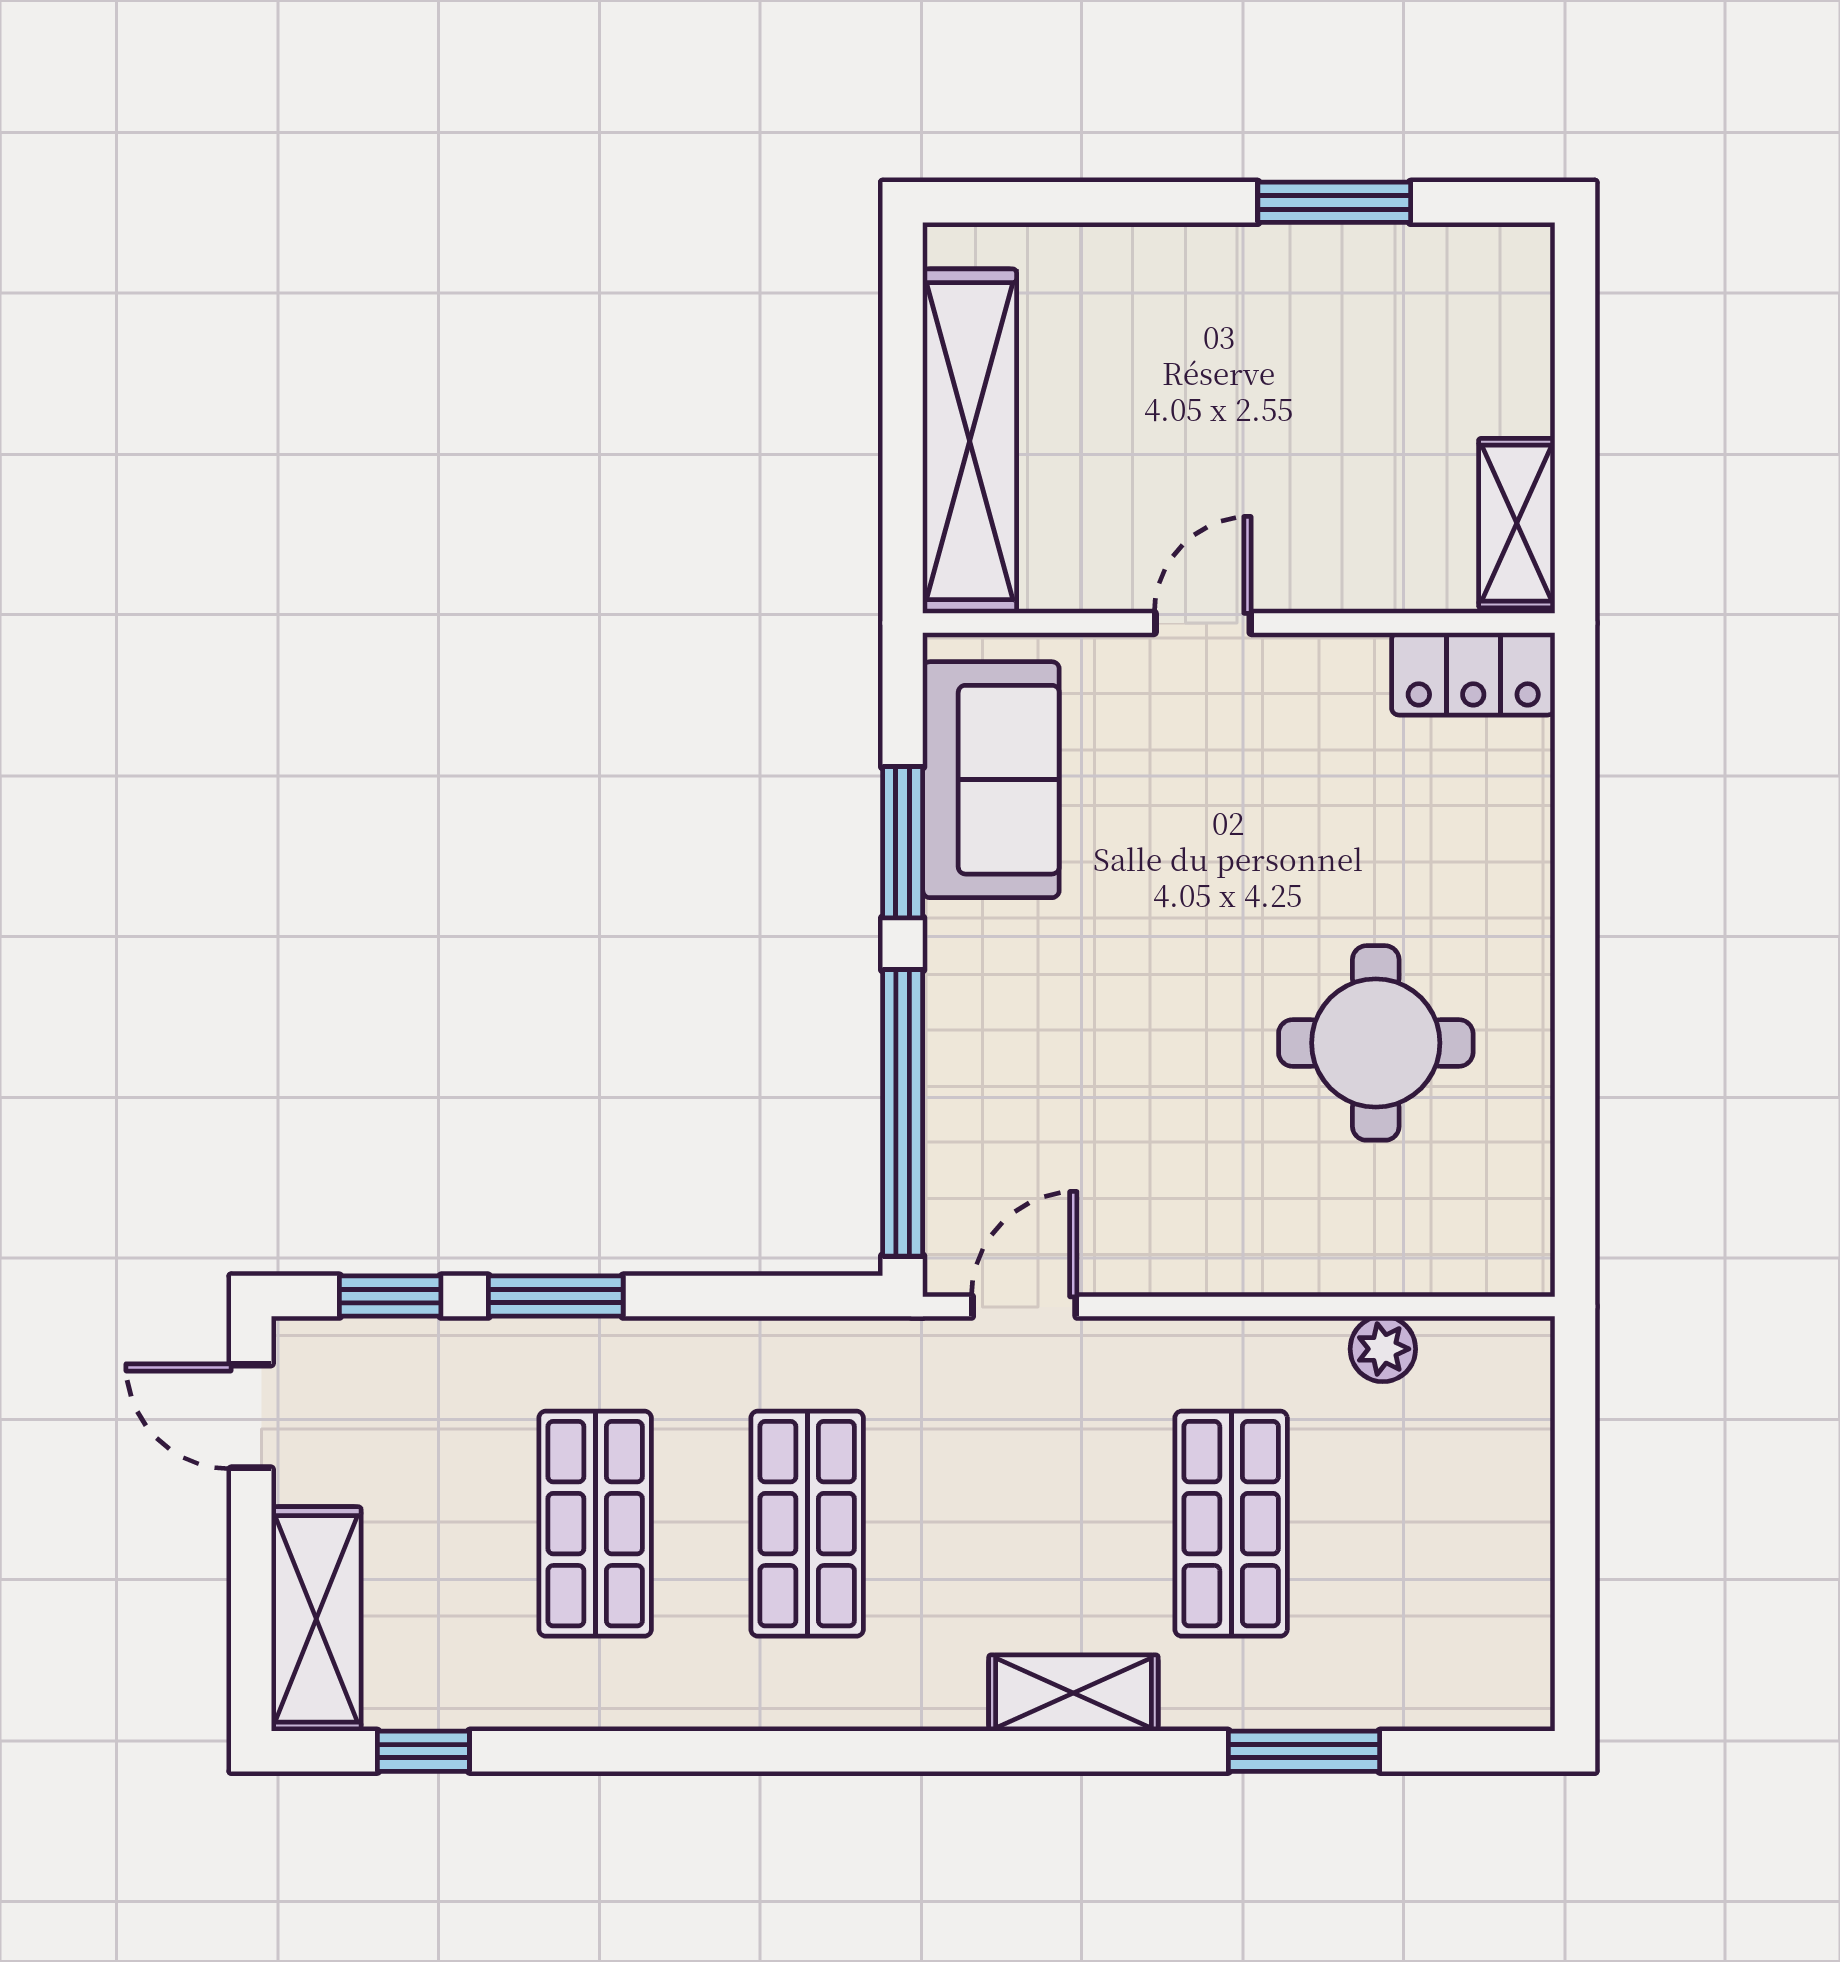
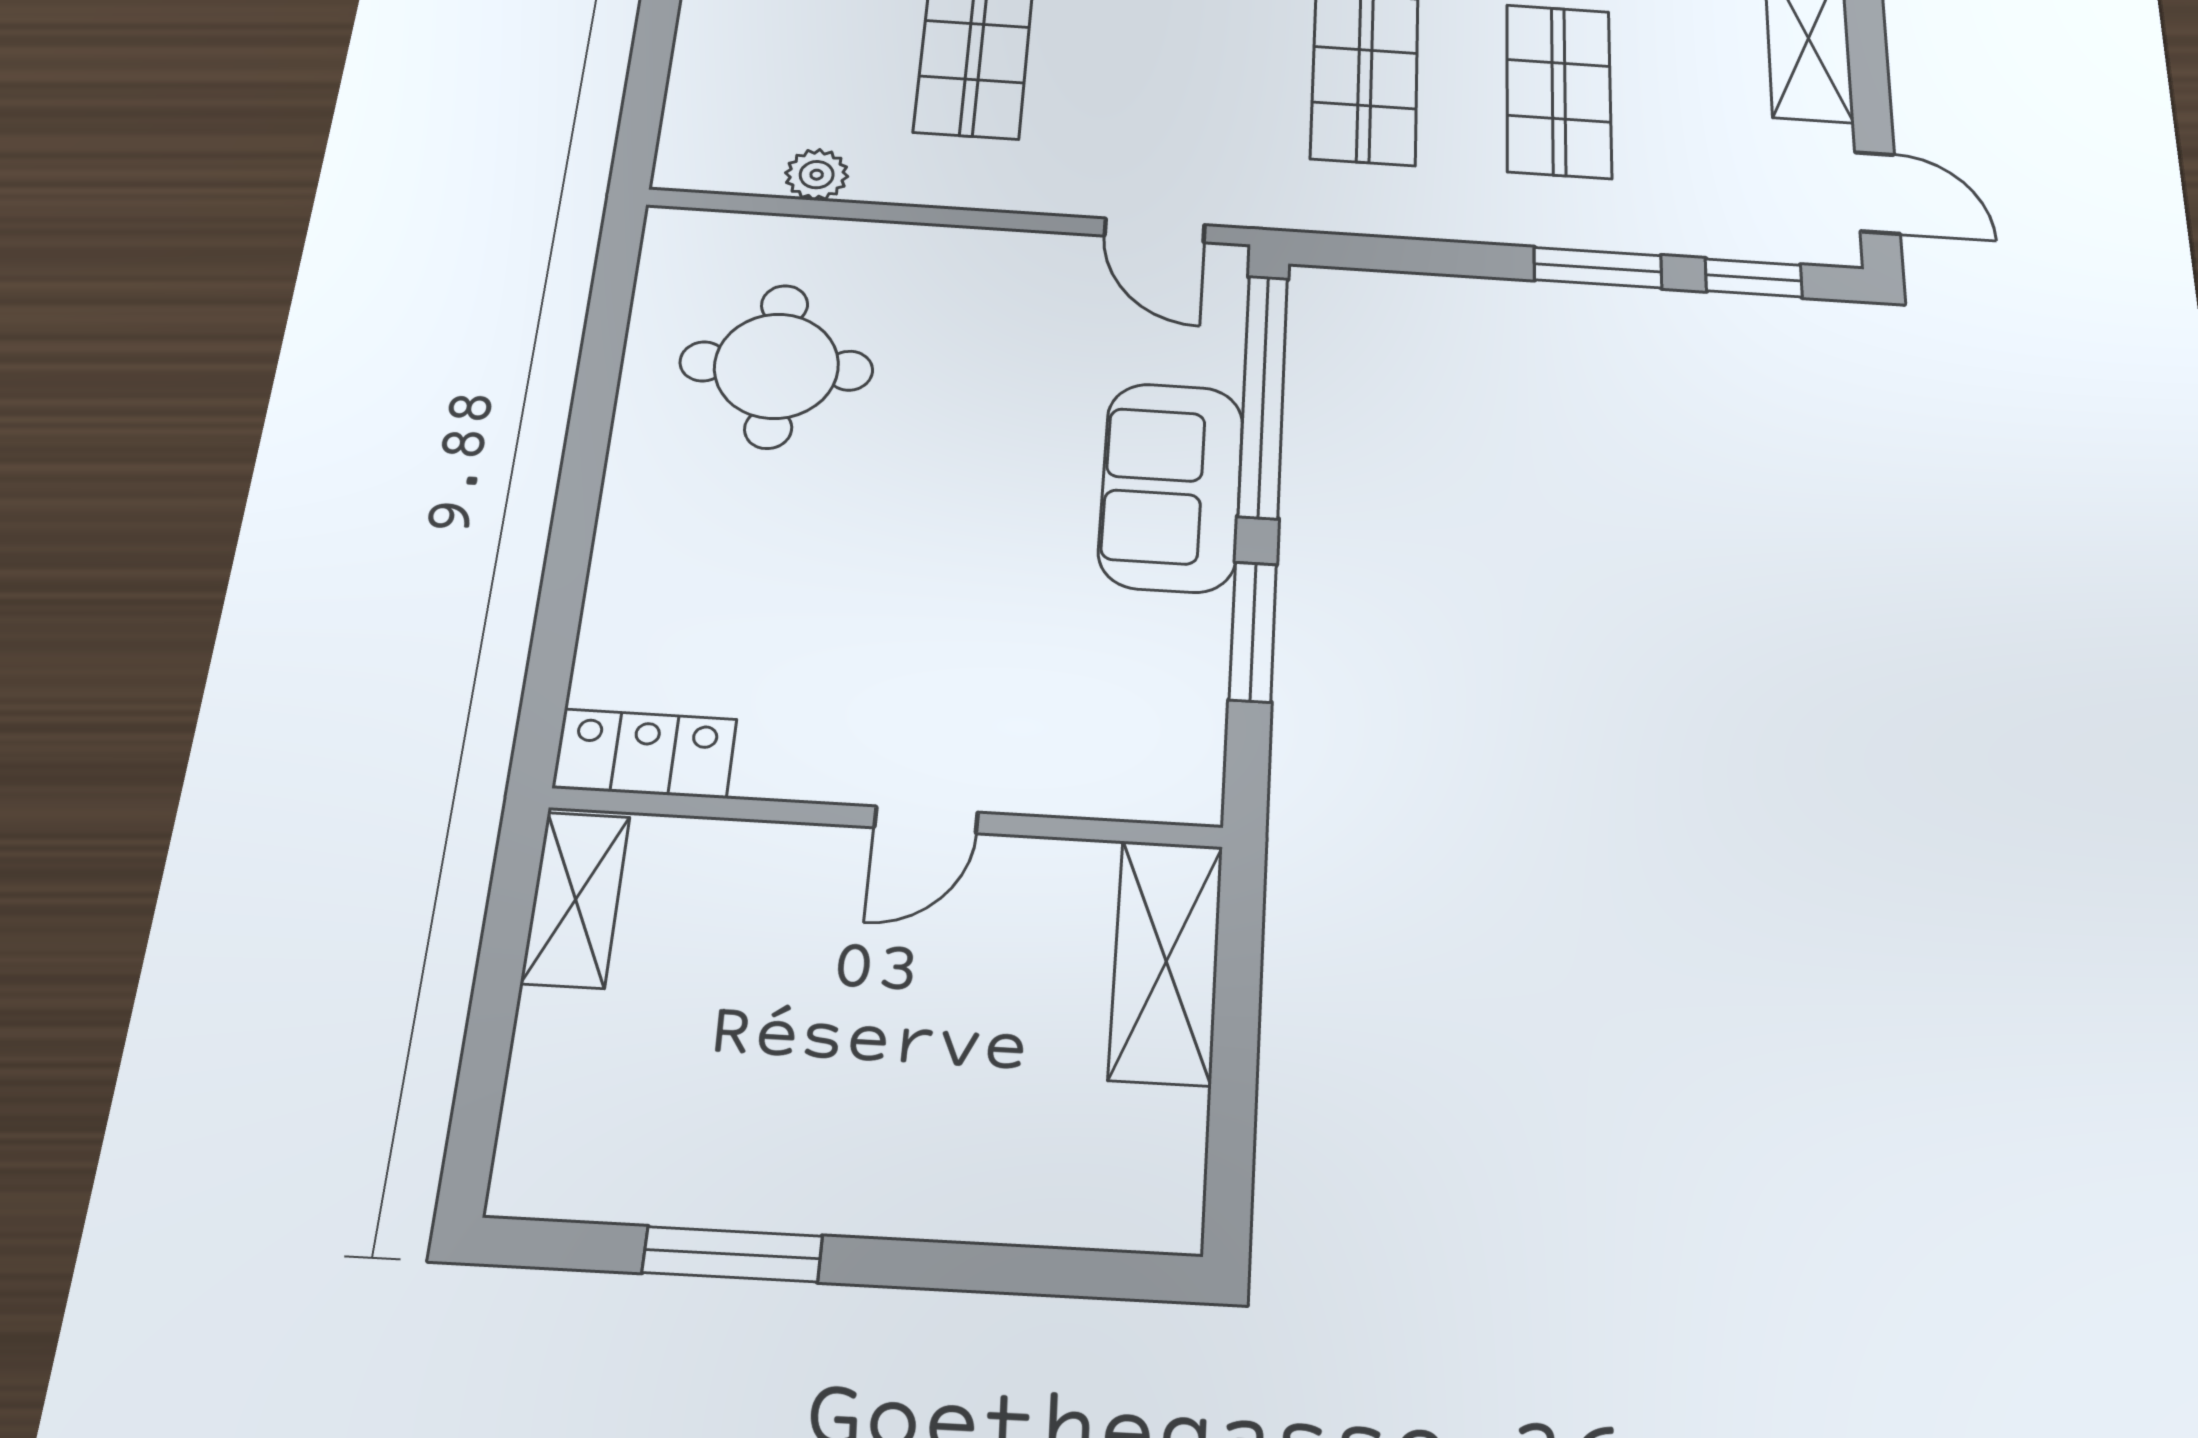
shelving: (970, 441) -> (1166, 961), width x0.68
sofa: (991, 780) -> (1171, 487), moved
round table: (1376, 1043) -> (776, 366), moved
door: (1024, 1307) -> (1155, 230), hinge flipped

